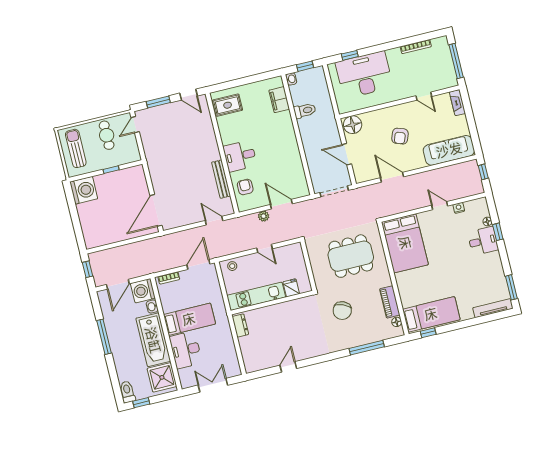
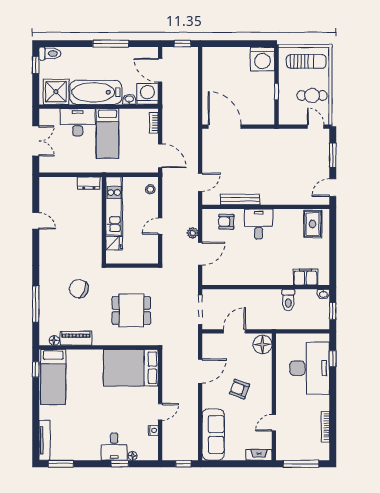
armchair: (245, 187) -> (226, 222), turned 180
dining table: (351, 256) -> (131, 311), width x0.73

